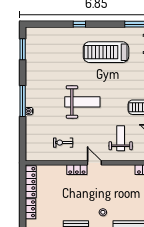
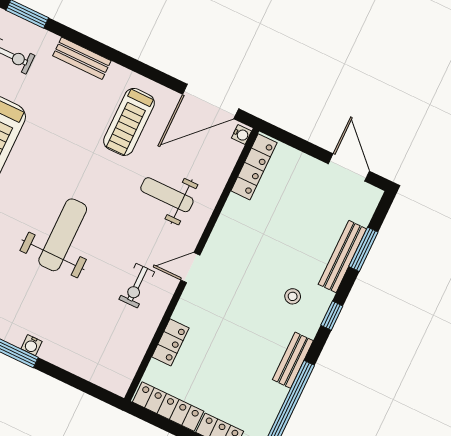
exercise bike: (63, 143) -> (137, 286), moved
locker: (77, 170) -> (170, 342), moved

